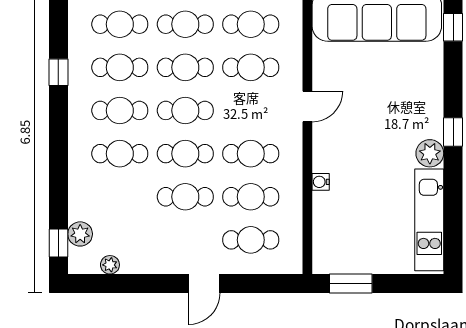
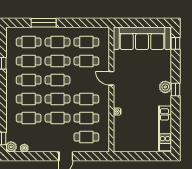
door: (307, 106) -> (111, 78), swing flipped
plant: (430, 153) -> (165, 87), moved
cafe table: (120, 197) -> (29, 118), added
plant: (80, 234) -> (11, 147), moved
window: (351, 284) -> (130, 156), removed

